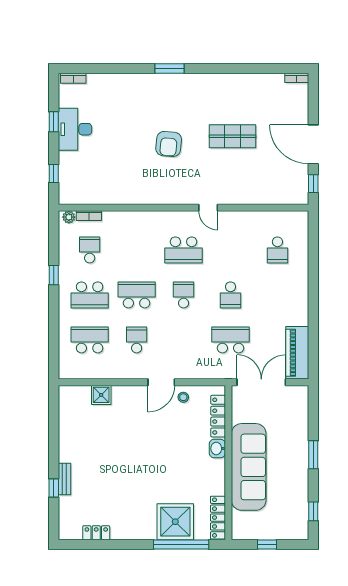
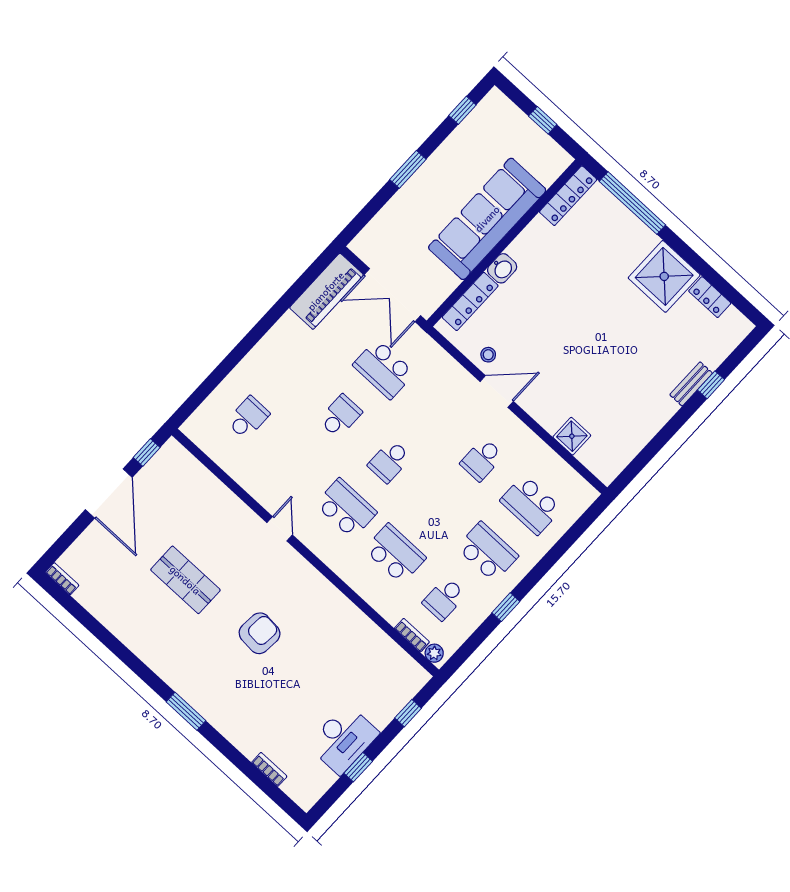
bookcase: (73, 78) -> (269, 769), moved
school desk: (137, 295) -> (395, 554), moved, turned 180
shower: (175, 522) -> (664, 276), moved

